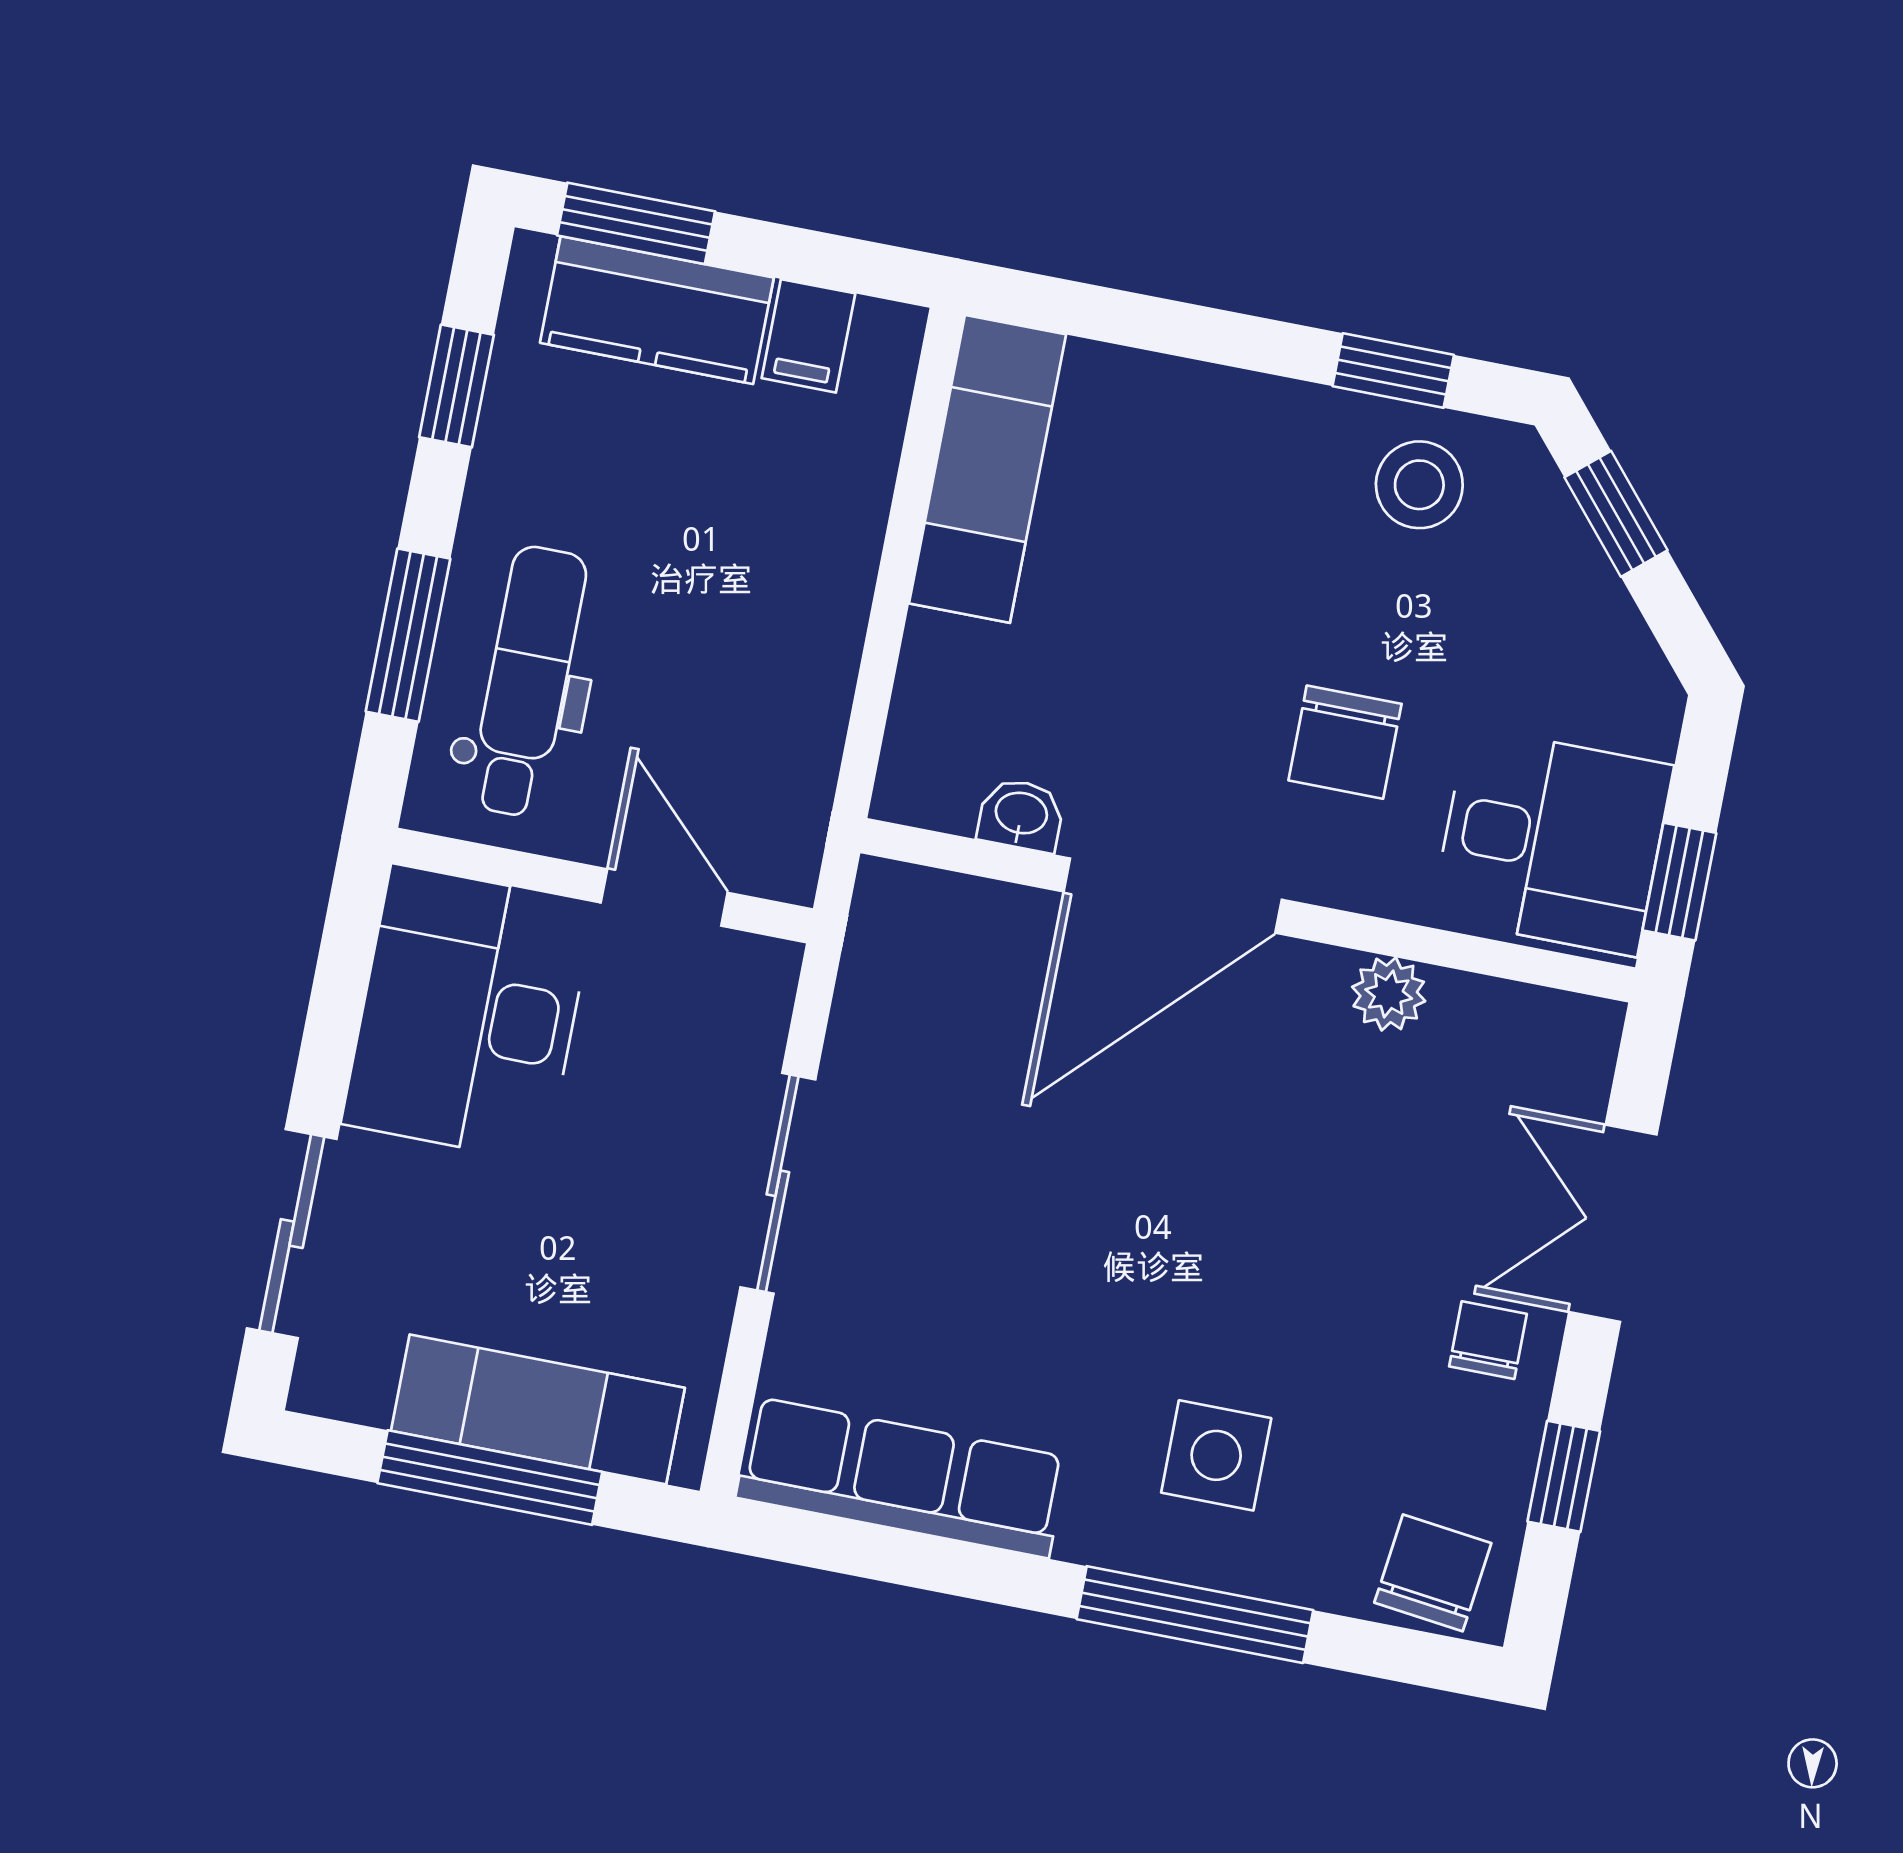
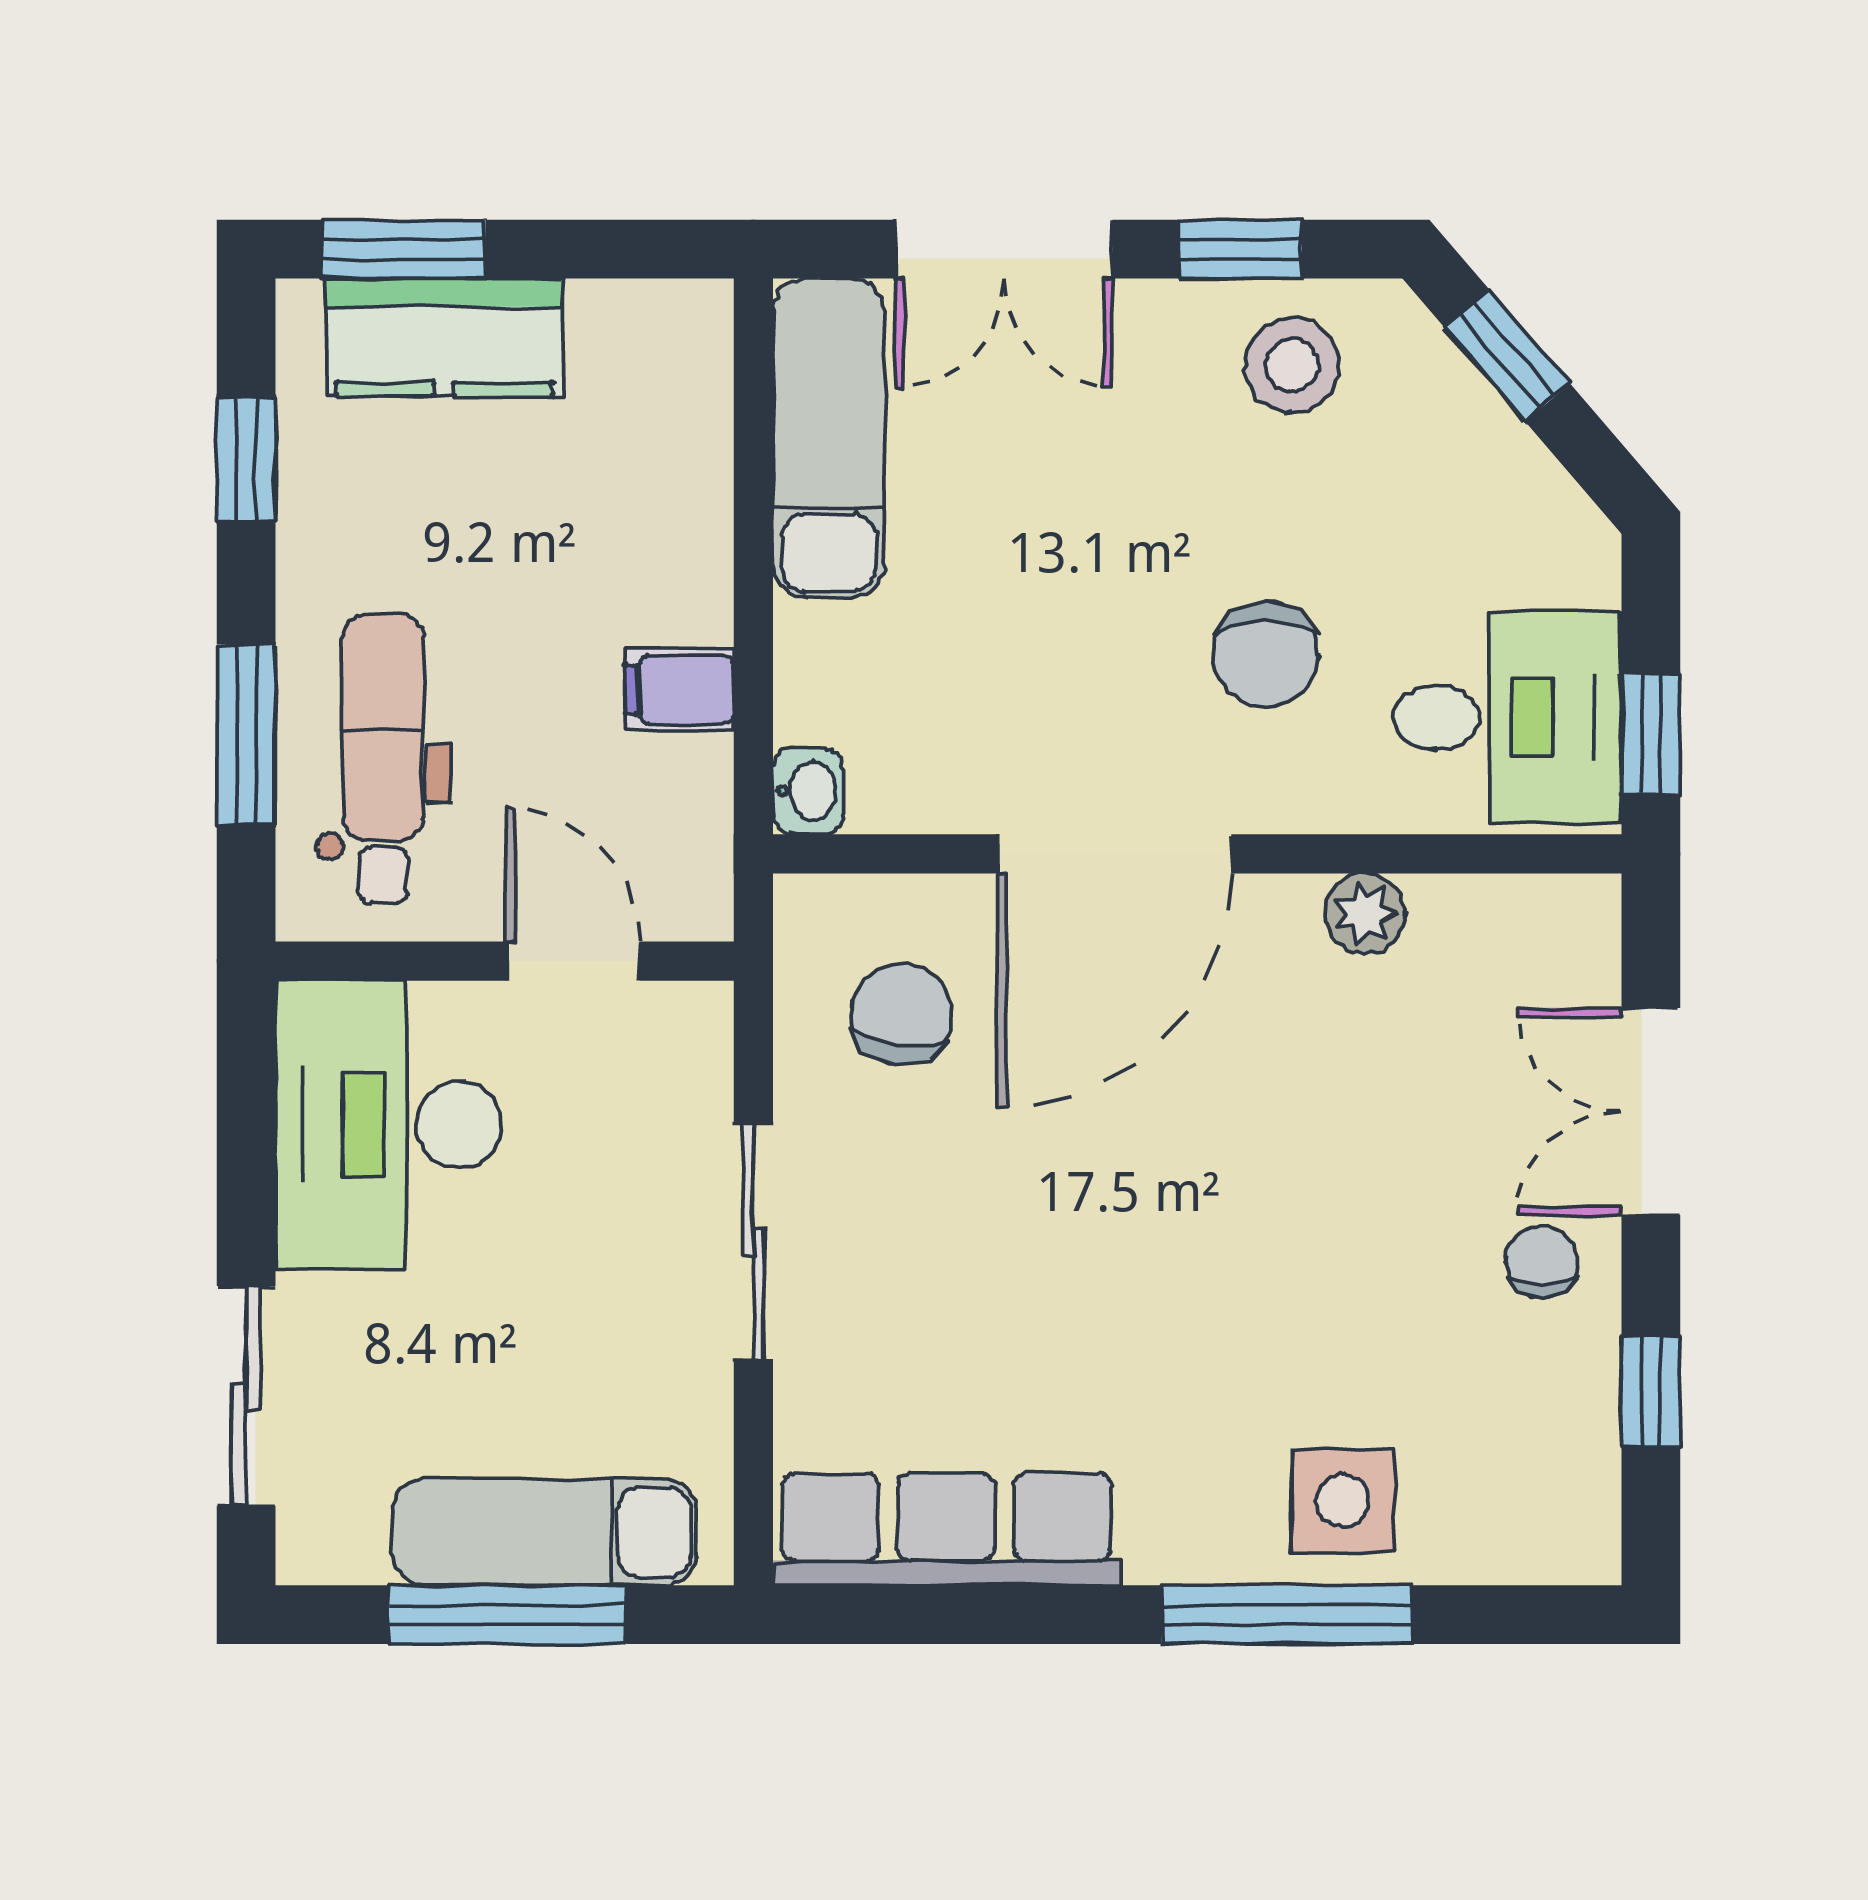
double door: (1179, 329) -> (1004, 249), added
filing cabinet: (808, 336) -> (679, 689), moved, turned 90
washbasin: (1021, 815) -> (808, 791), moved, turned 90
side table: (1216, 1455) -> (1343, 1501), moved
chair: (1433, 1573) -> (901, 1014), moved

